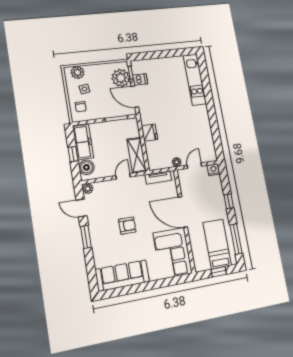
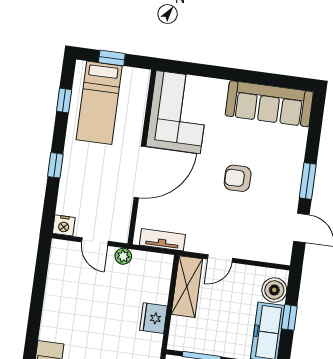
door: (194, 166) -> (95, 242), hinge flipped
plant: (88, 189) -> (282, 256), removed
door: (183, 212) -> (140, 172), hinge flipped
window: (236, 239) -> (64, 100), width x0.46

